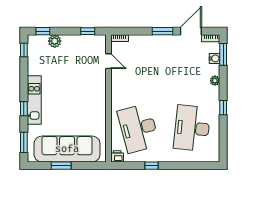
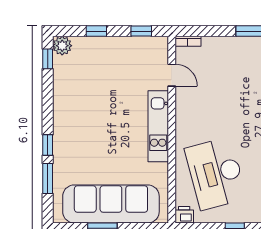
window: (43, 31) -> (96, 31), moved
plant: (55, 41) -> (62, 46), moved
kitchen unit: (34, 100) -> (158, 126), moved, turned 180
window: (24, 142) -> (48, 179), moved

